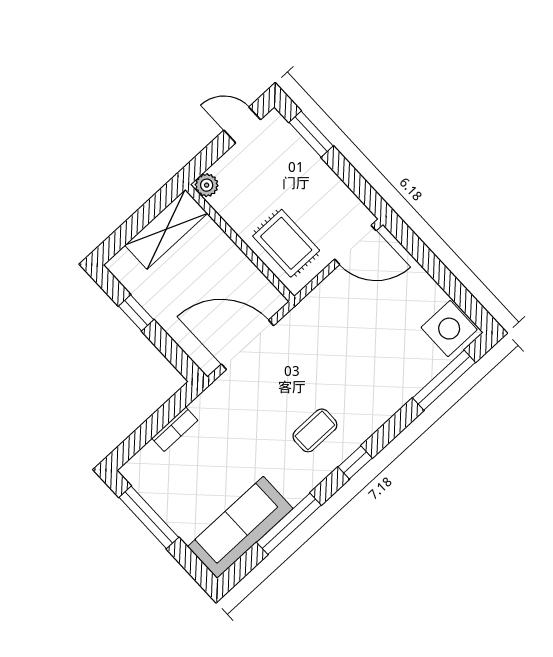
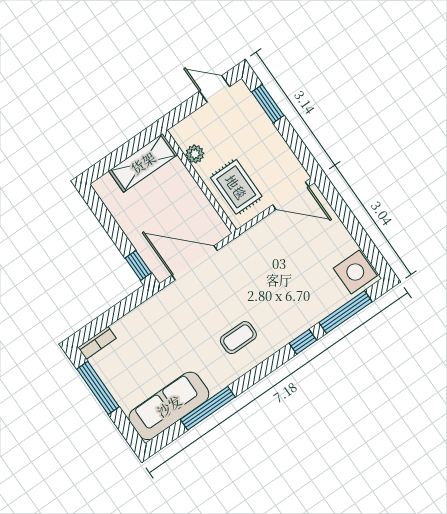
plant: (207, 185) -> (195, 154), moved
window: (136, 313) -> (138, 265), moved
bookcase: (175, 429) -> (97, 343), moved
window: (355, 462) -> (303, 342), moved

